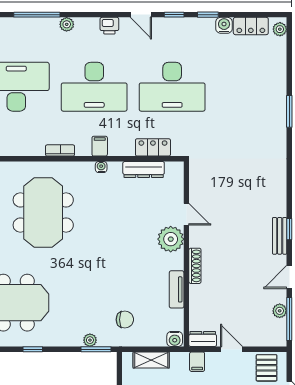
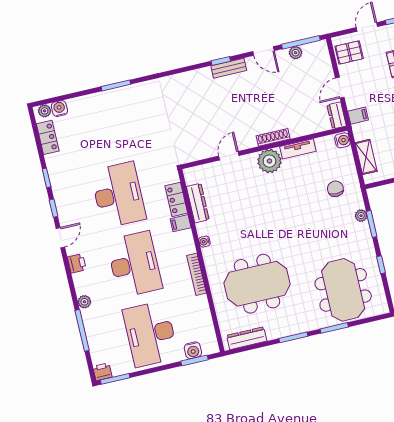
water cooler: (224, 25) -> (59, 109), moved, turned 90
filing cabinet: (100, 146) -> (181, 223), moved
bookcase: (60, 150) -> (197, 274), width x1.56
plant: (171, 239) -> (269, 161), moved
window: (96, 349) -> (372, 224), moved

